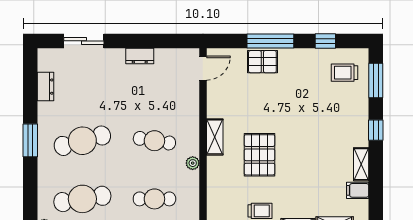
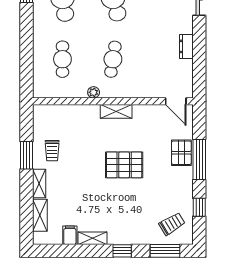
trolley: (345, 73) -> (172, 224), turned 59
pallet: (260, 155) -> (124, 165), moved

